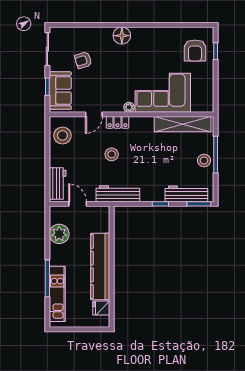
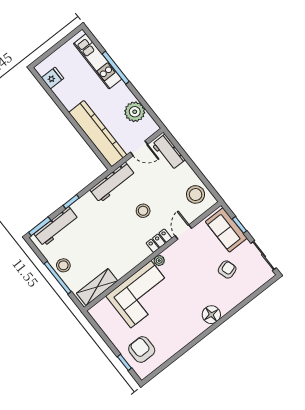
shelving: (183, 124) -> (97, 287), width x0.68
kitchen counter: (100, 266) -> (98, 134), moved

